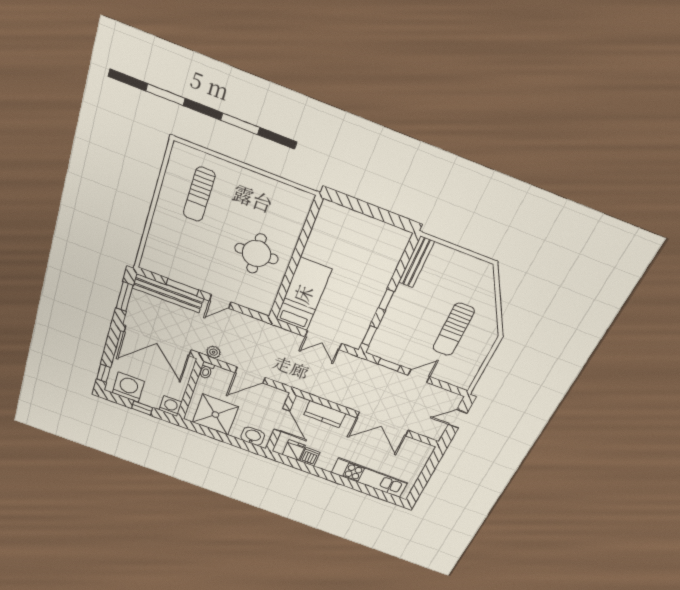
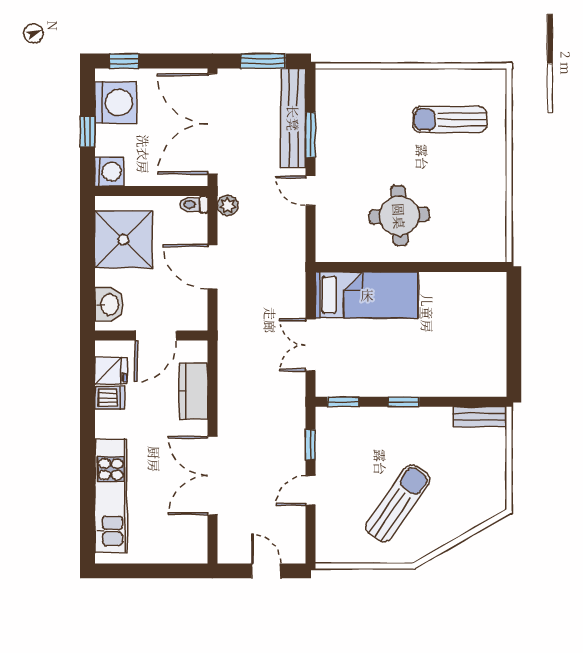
bench: (416, 262) -> (480, 417), width x0.73
sun lounger: (454, 330) -> (398, 503), turned 125
door: (419, 376) -> (310, 490), swing flipped

